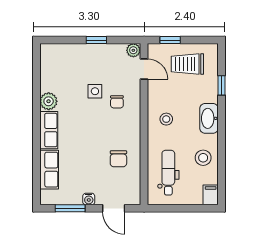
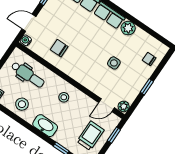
chair: (117, 102) -> (149, 59), moved
water cooler: (89, 199) -> (26, 40), moved

